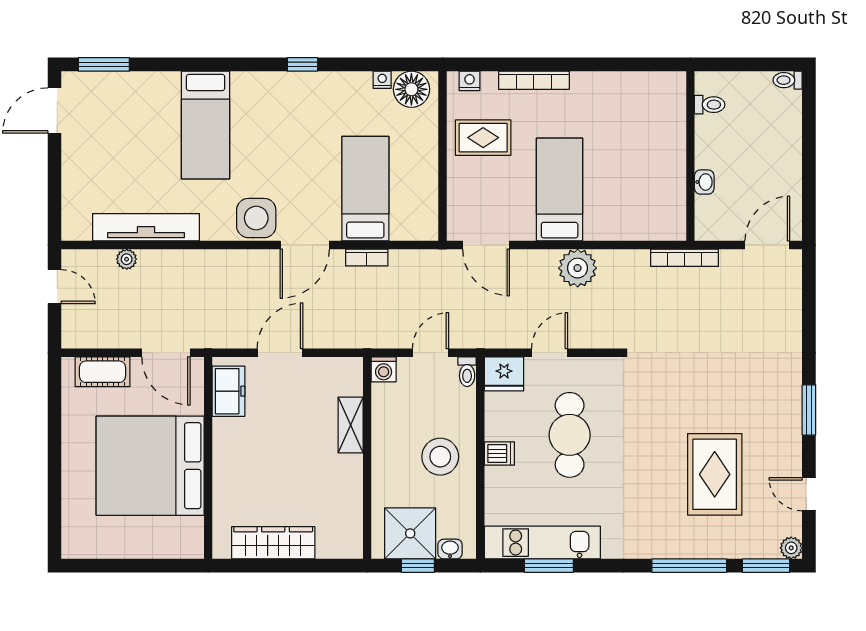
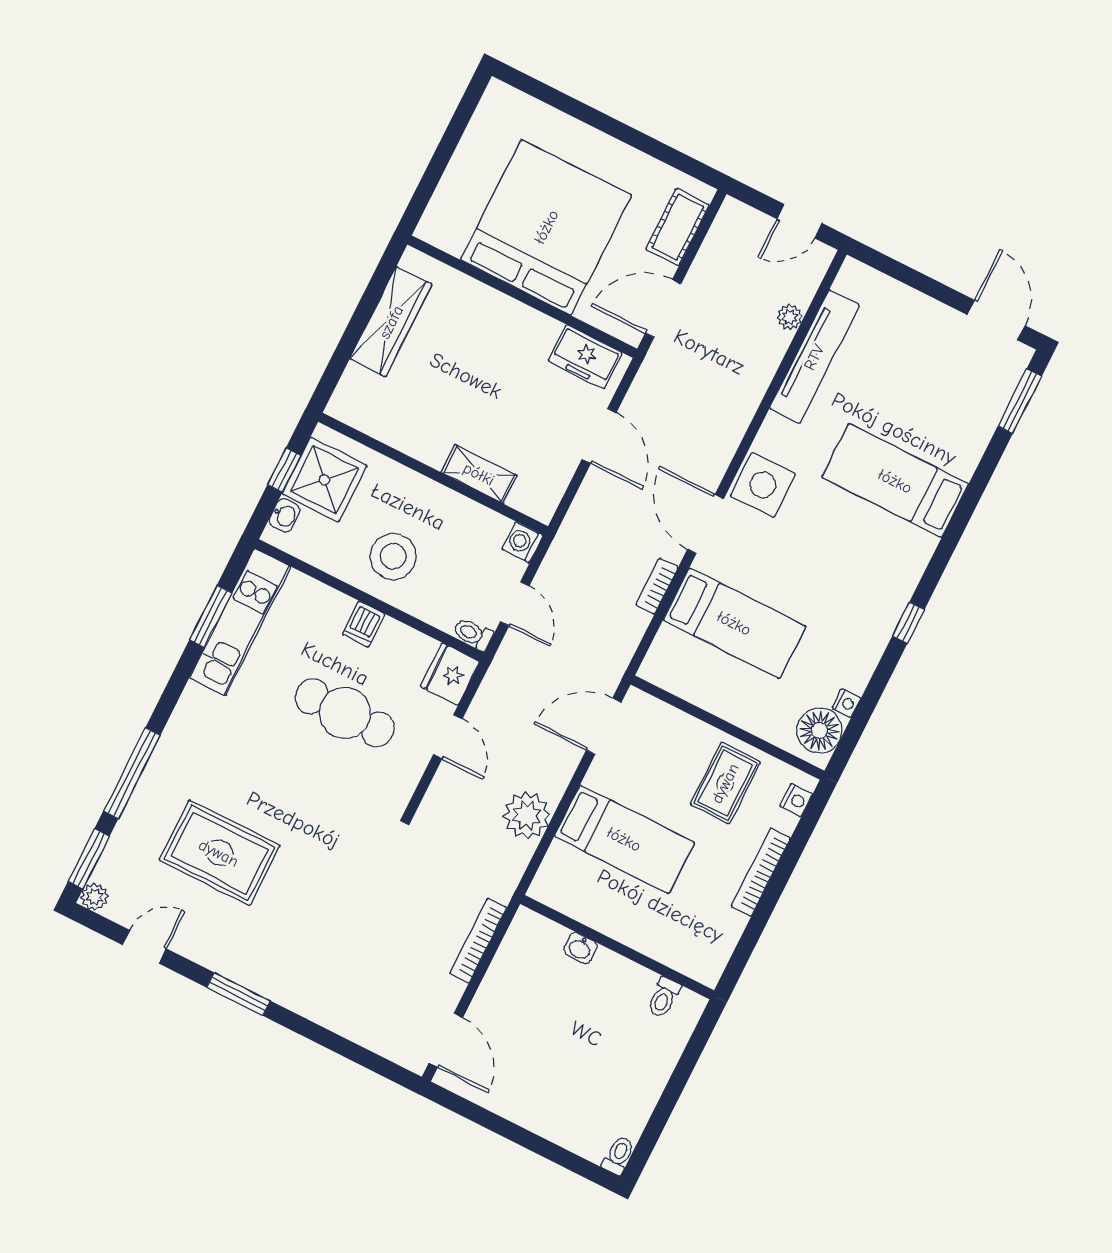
toilet: (710, 105) -> (664, 997), moved
wall: (690, 156) -> (617, 947), moved
washbasin: (704, 182) -> (580, 948), moved

